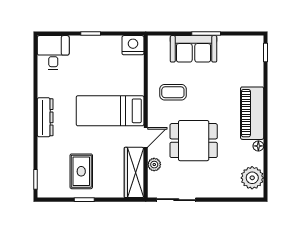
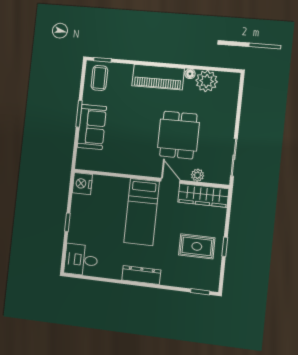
coffee table: (173, 92) -> (99, 78), moved
plant: (252, 178) -> (207, 81), moved

